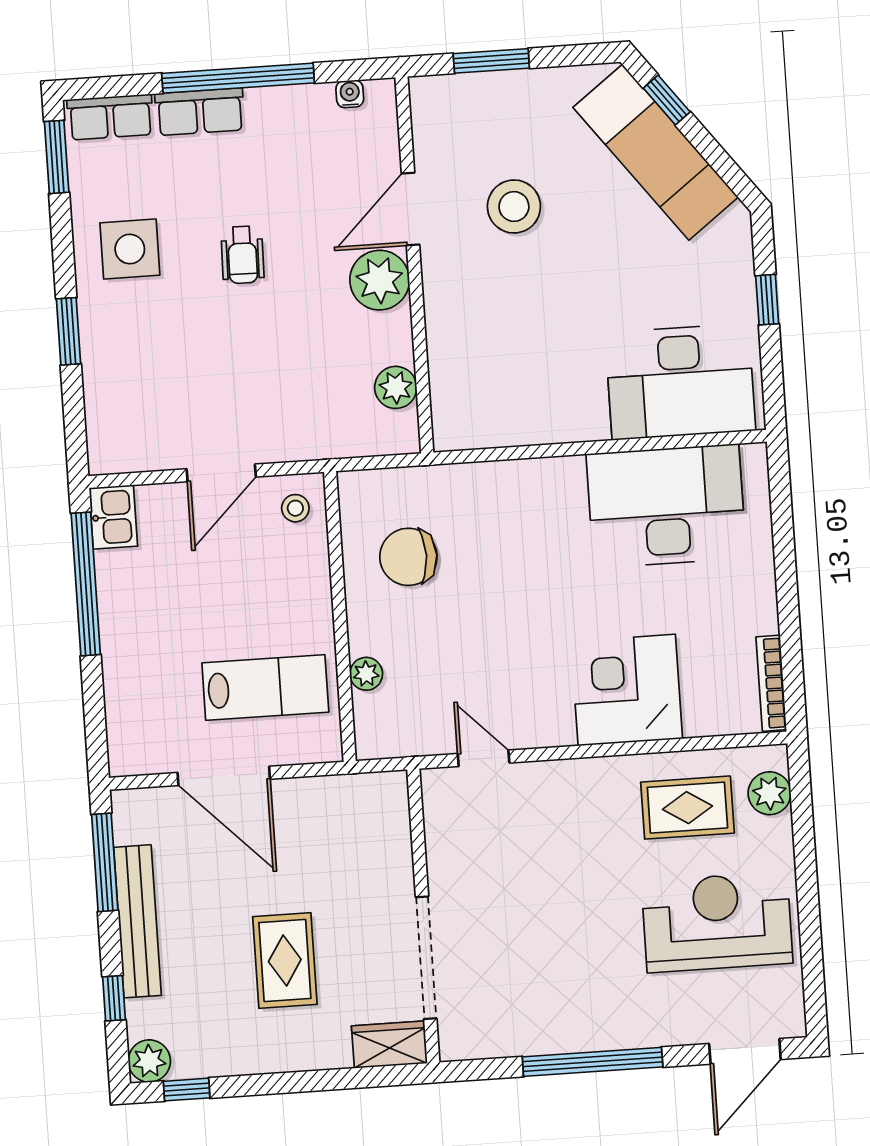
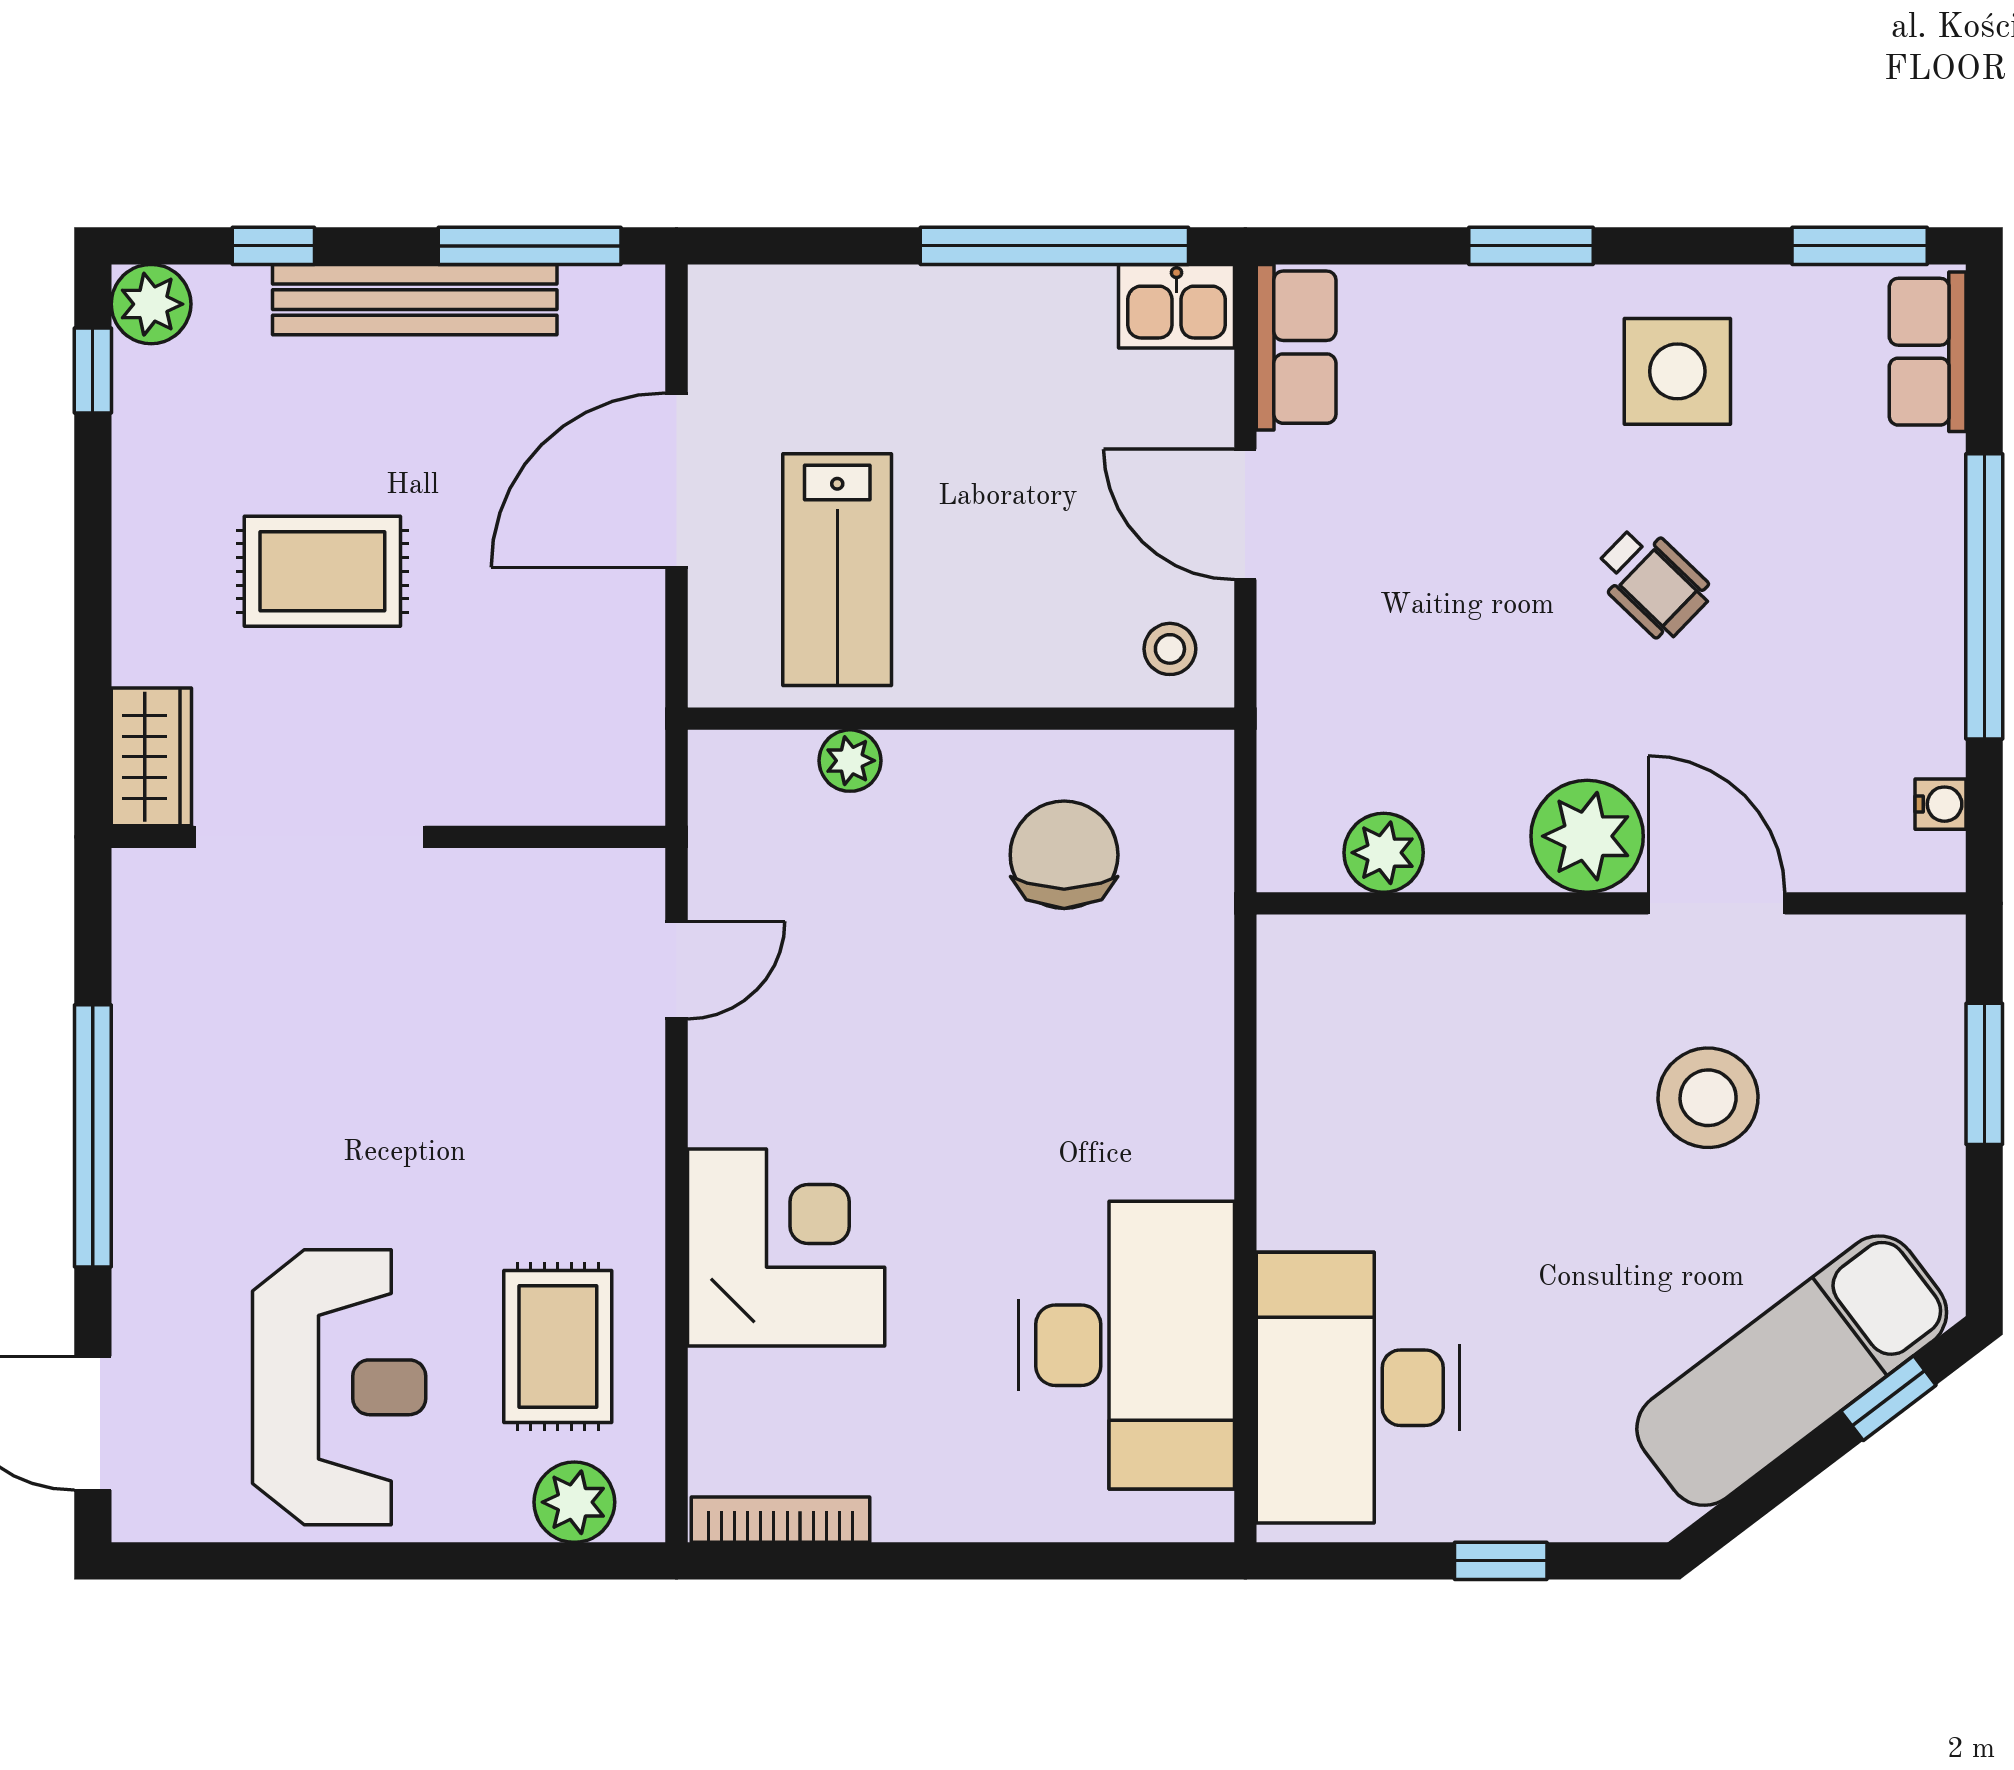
row of seats: (200, 112) -> (1296, 347), moved, turned 180
wheelchair: (242, 255) -> (1652, 582), turned -137

